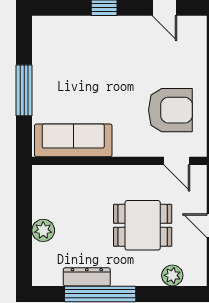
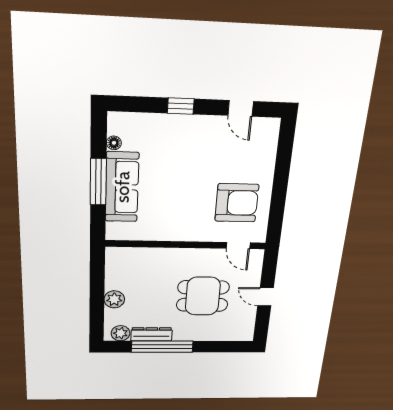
floor lamp: (39, 48) -> (114, 143), added
sofa: (73, 140) -> (122, 187), moved, turned 90
plant: (172, 275) -> (121, 333), moved

